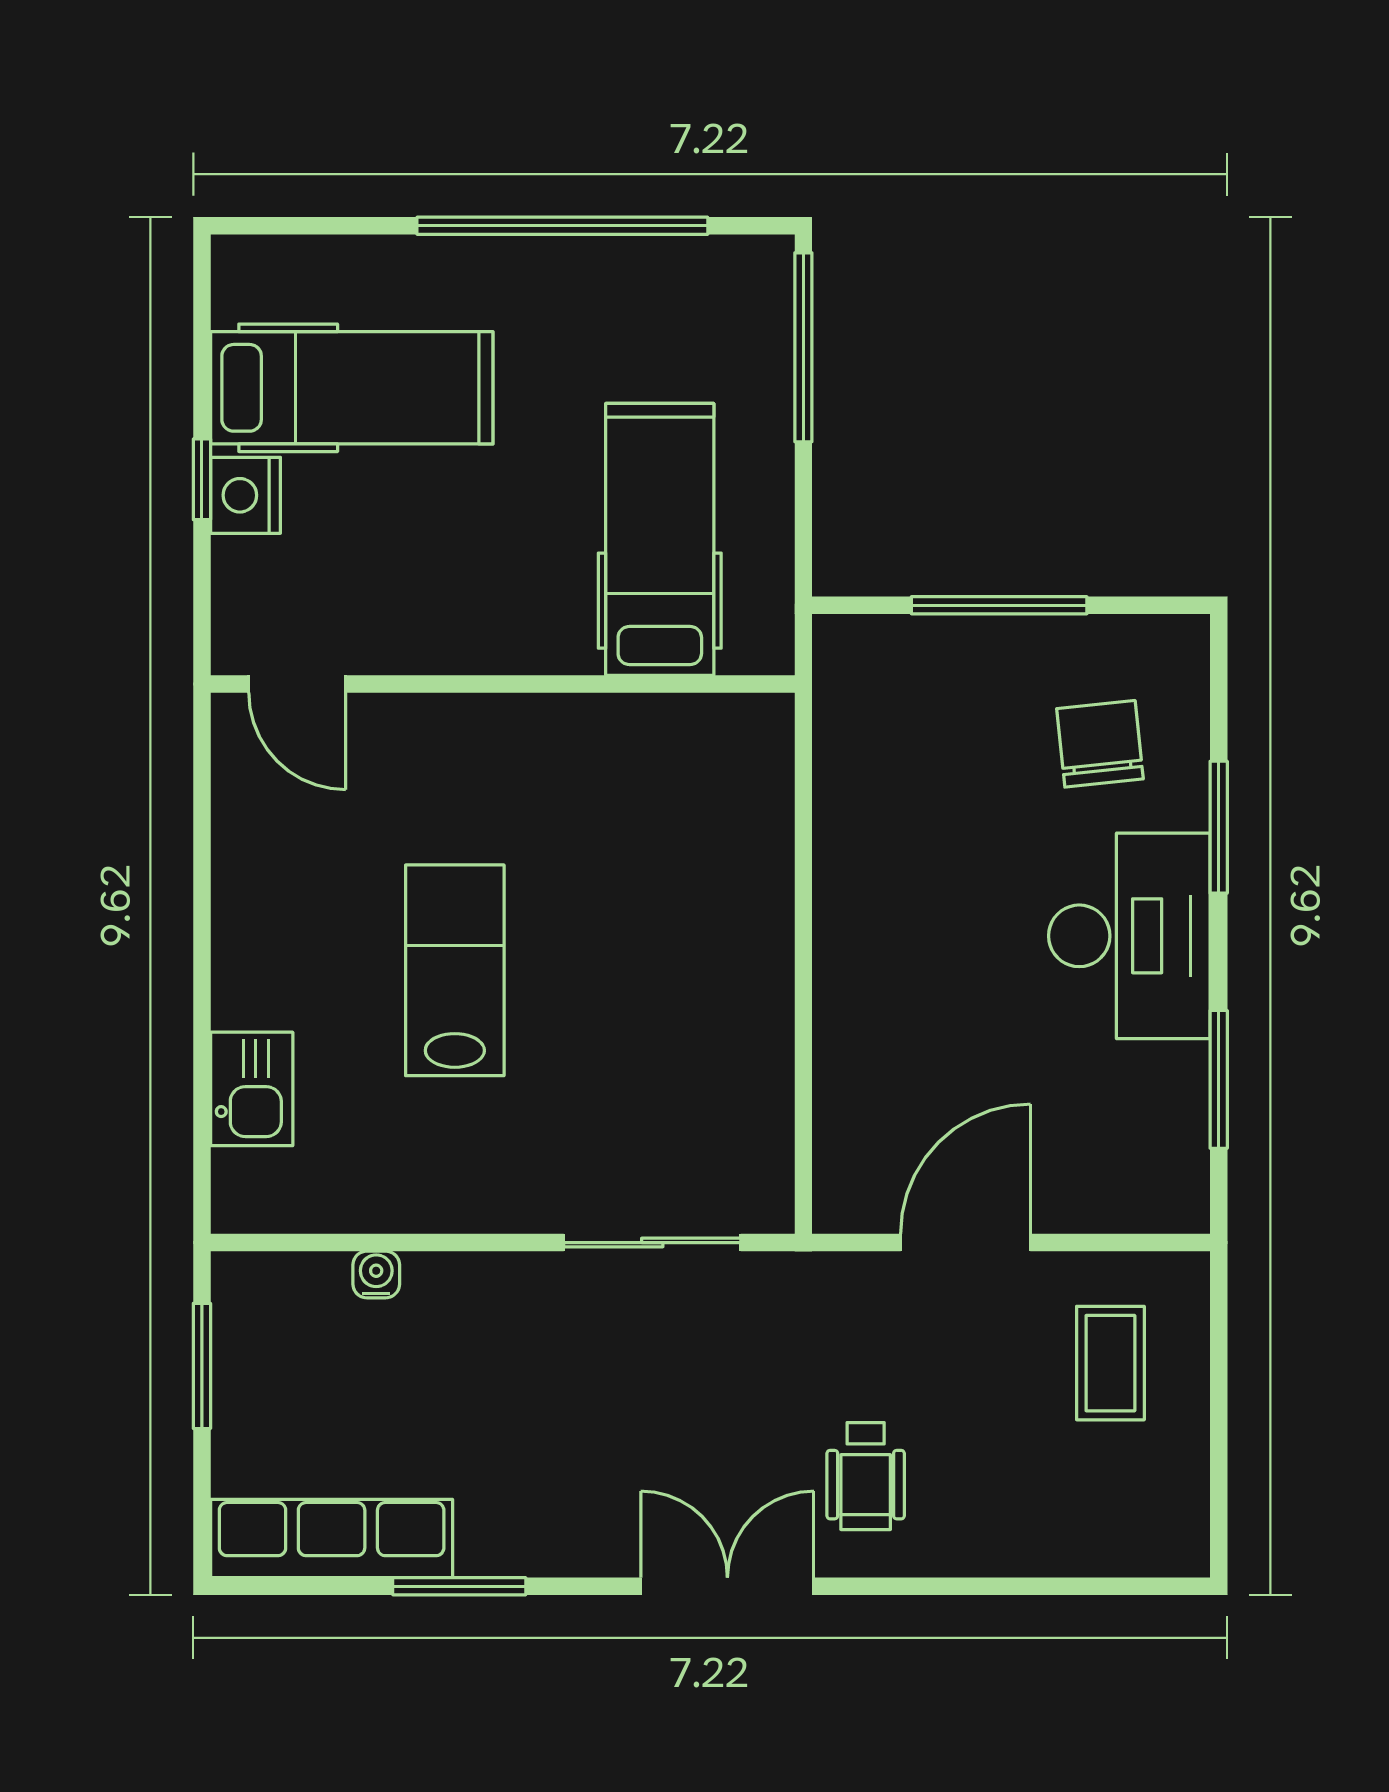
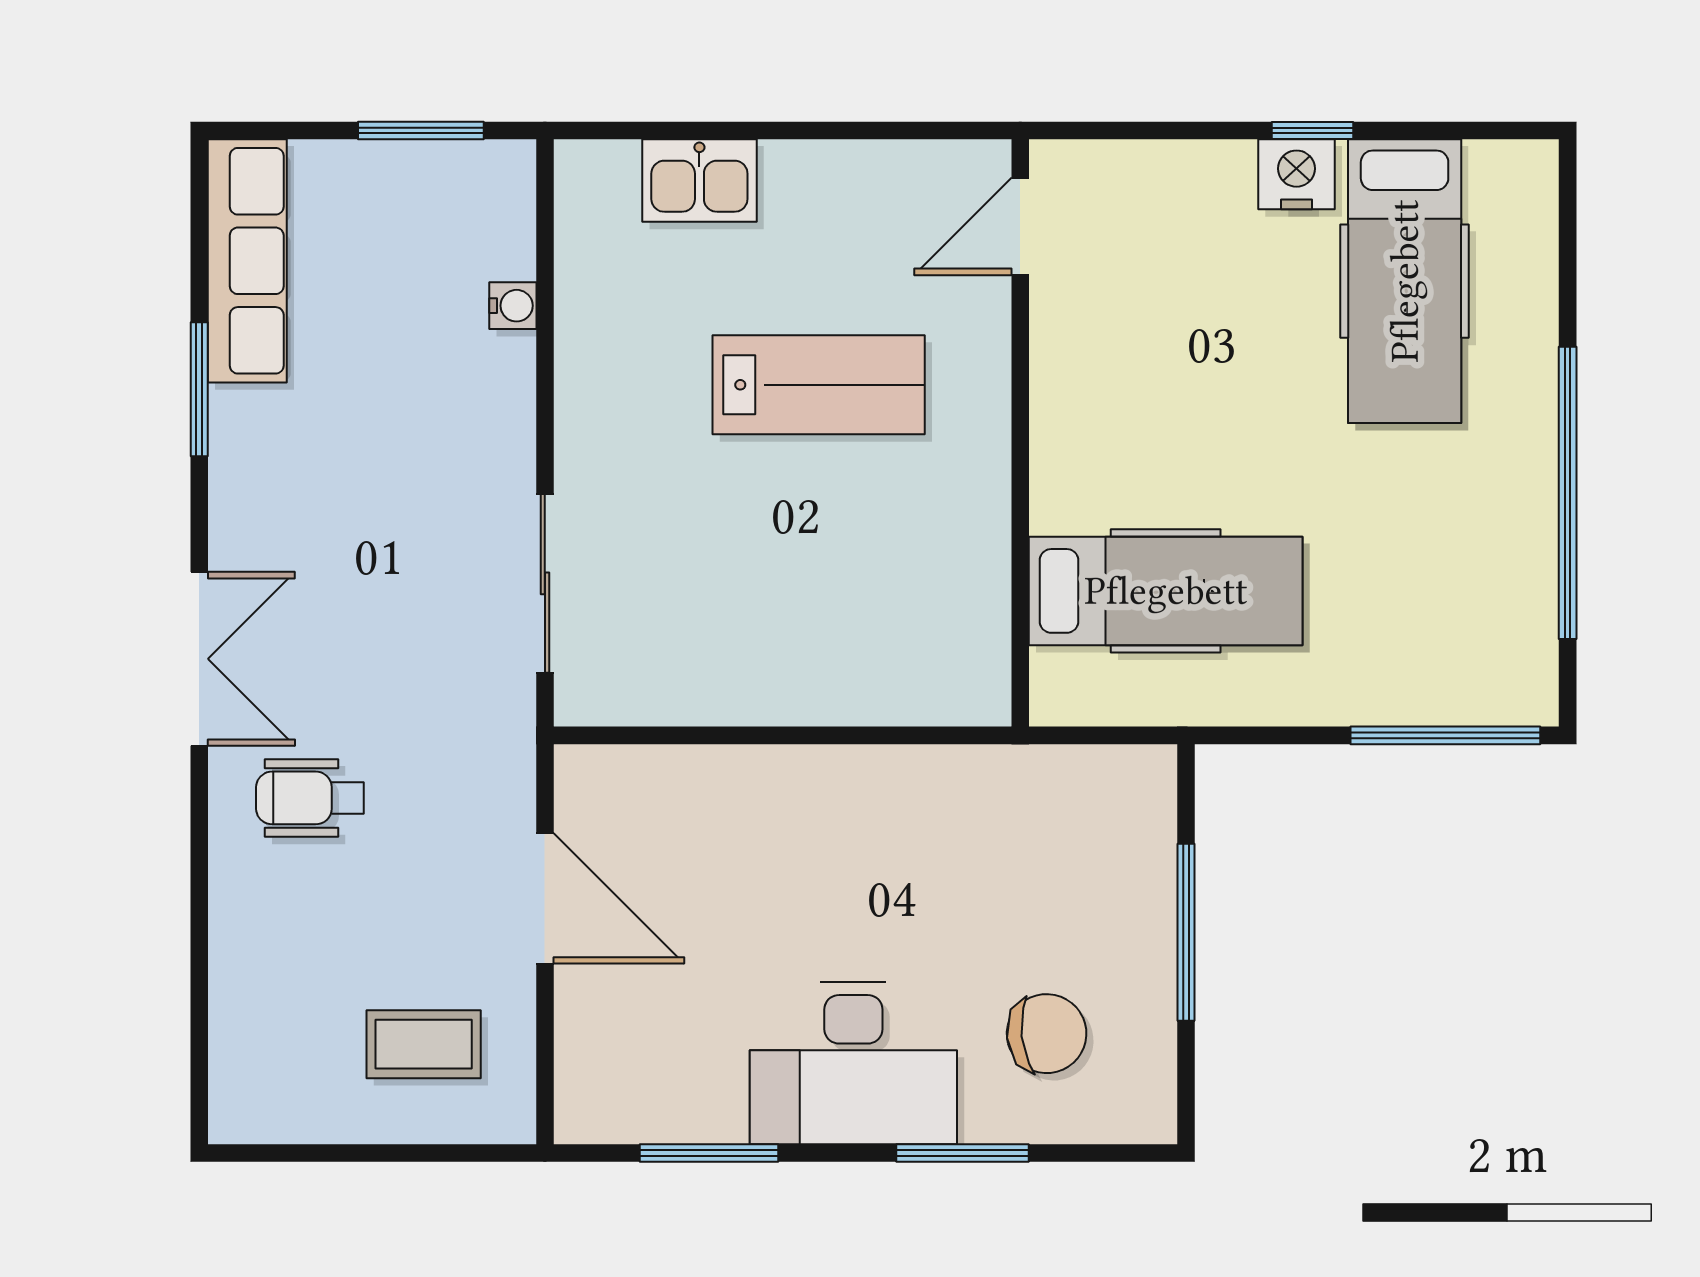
hospital bed: (660, 539) -> (1166, 591), moved
door: (297, 684) -> (1020, 226), moved
wall: (503, 684) -> (1020, 433), moved

